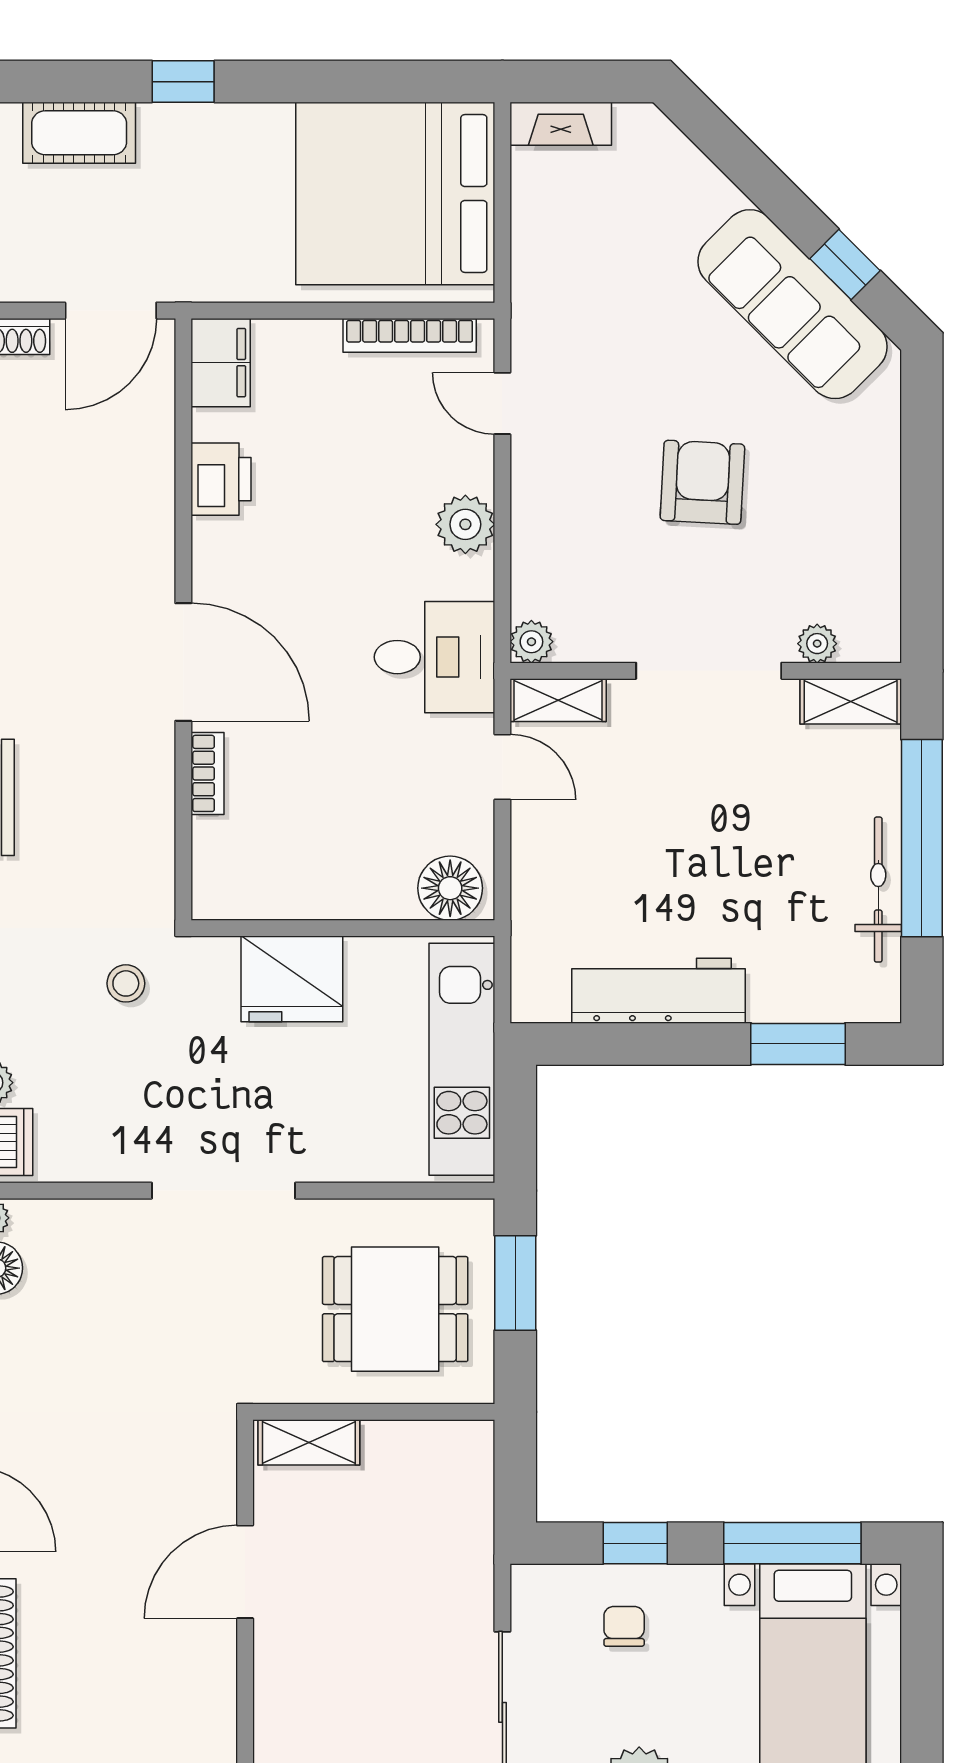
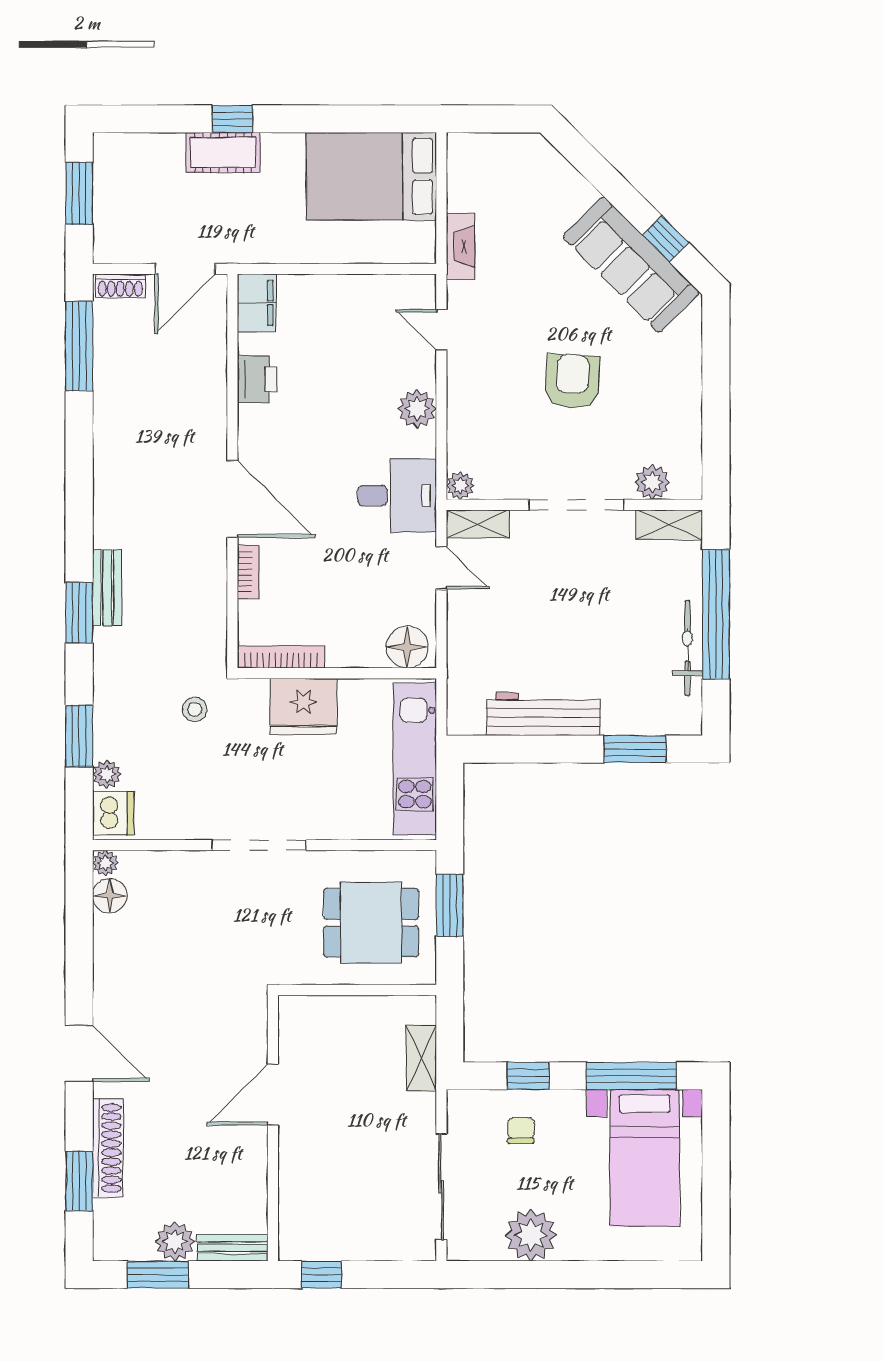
fireplace: (561, 124) -> (461, 246), moved, turned -90
cot: (79, 133) -> (223, 152), moved
bed: (395, 193) -> (371, 176), width x0.73
bookcase: (410, 335) -> (281, 657), moved, turned 180
plant: (817, 644) -> (652, 482), width x1.38, depth x1.38
shelving: (309, 1442) -> (421, 1058), moved, turned 90

